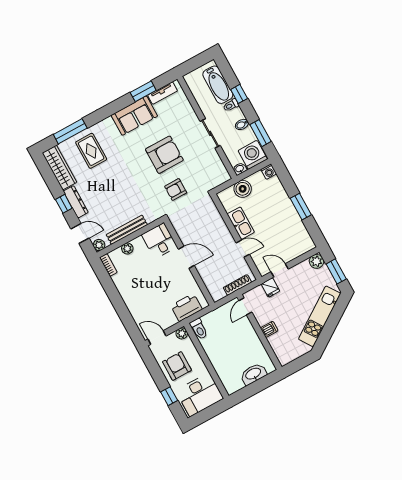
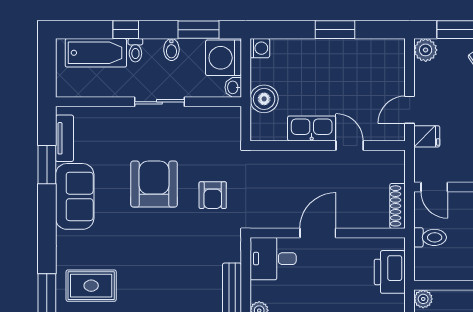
door: (243, 249) -> (350, 145), hinge flipped
shoe rack: (237, 285) -> (398, 206), moved
toilet: (199, 329) -> (430, 237), moved

